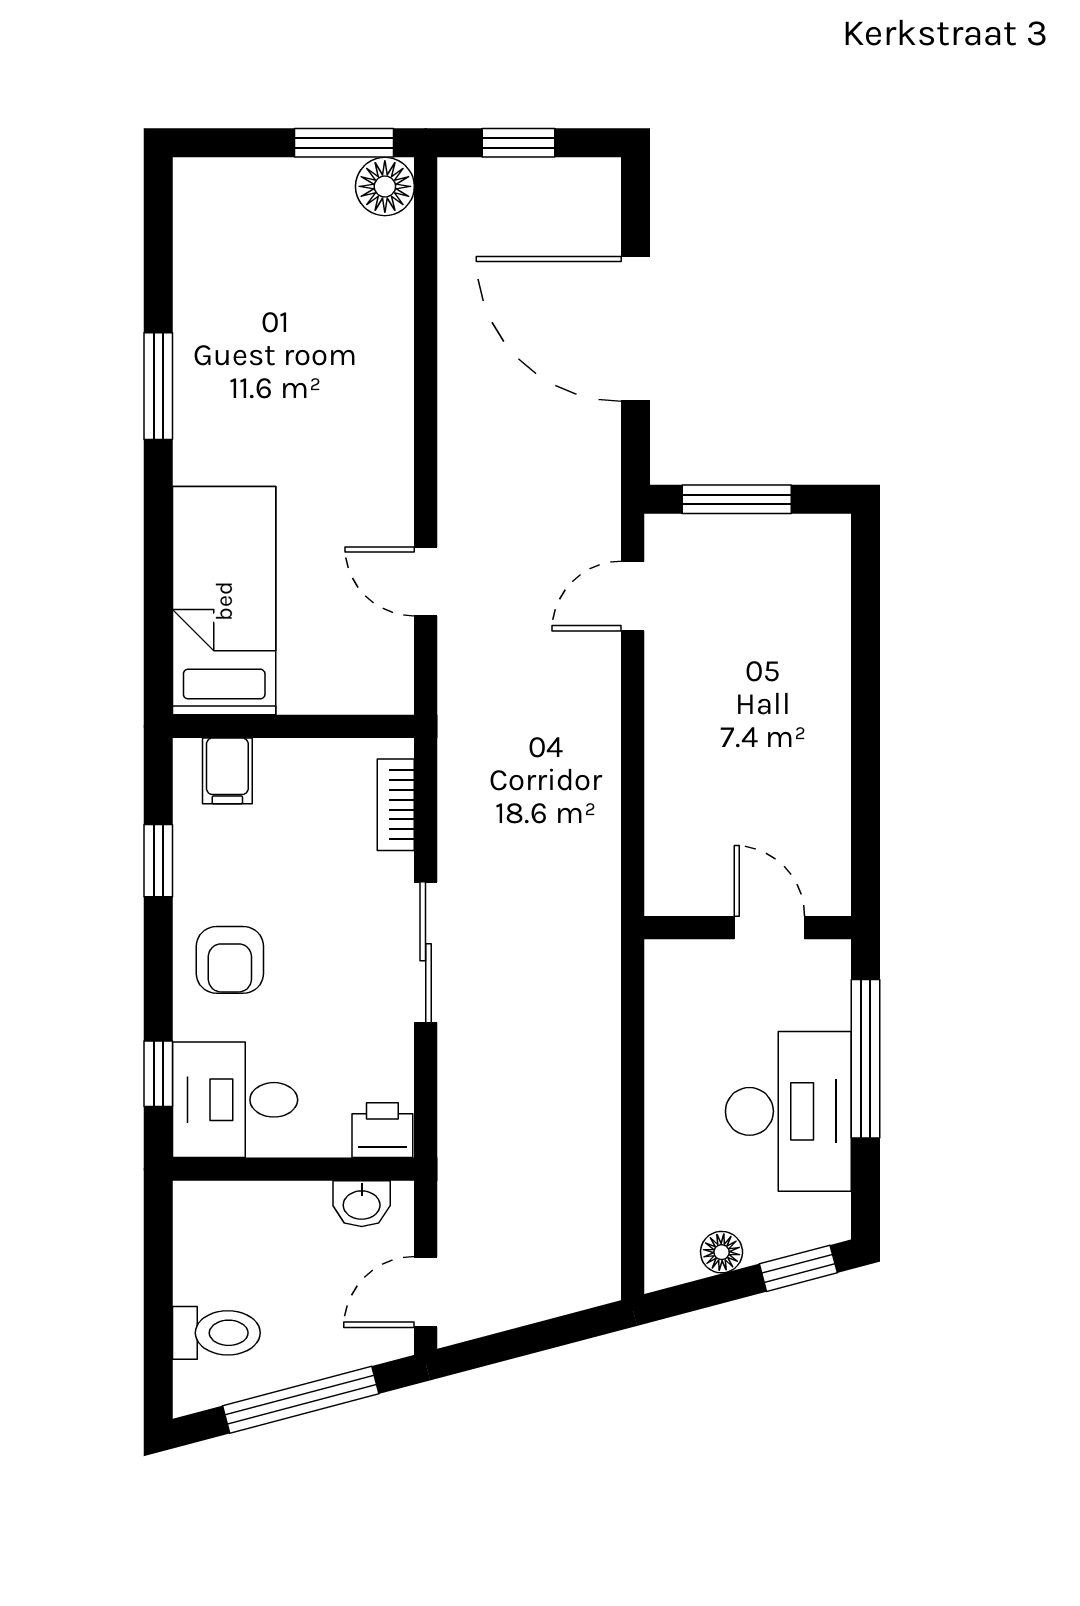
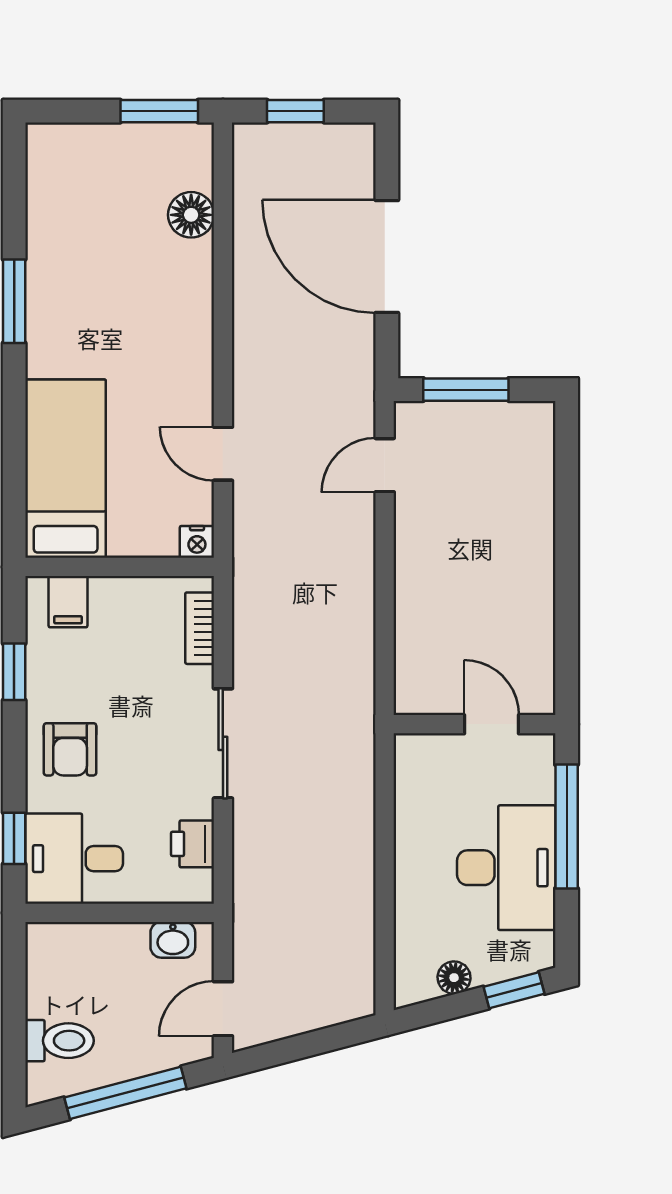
floor lamp: (385, 186) -> (191, 215), moved
nightstand: (392, 694) -> (197, 542), added
printer: (382, 1130) -> (193, 844), moved, turned -90

